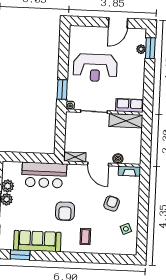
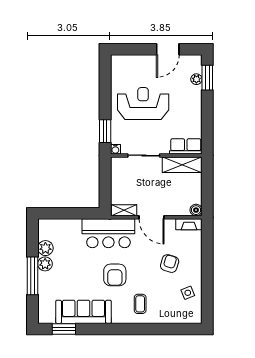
reception desk: (95, 68) -> (143, 104), turned 180
boiler: (118, 159) -> (196, 210), moved
bar counter: (44, 175) -> (108, 233), moved

